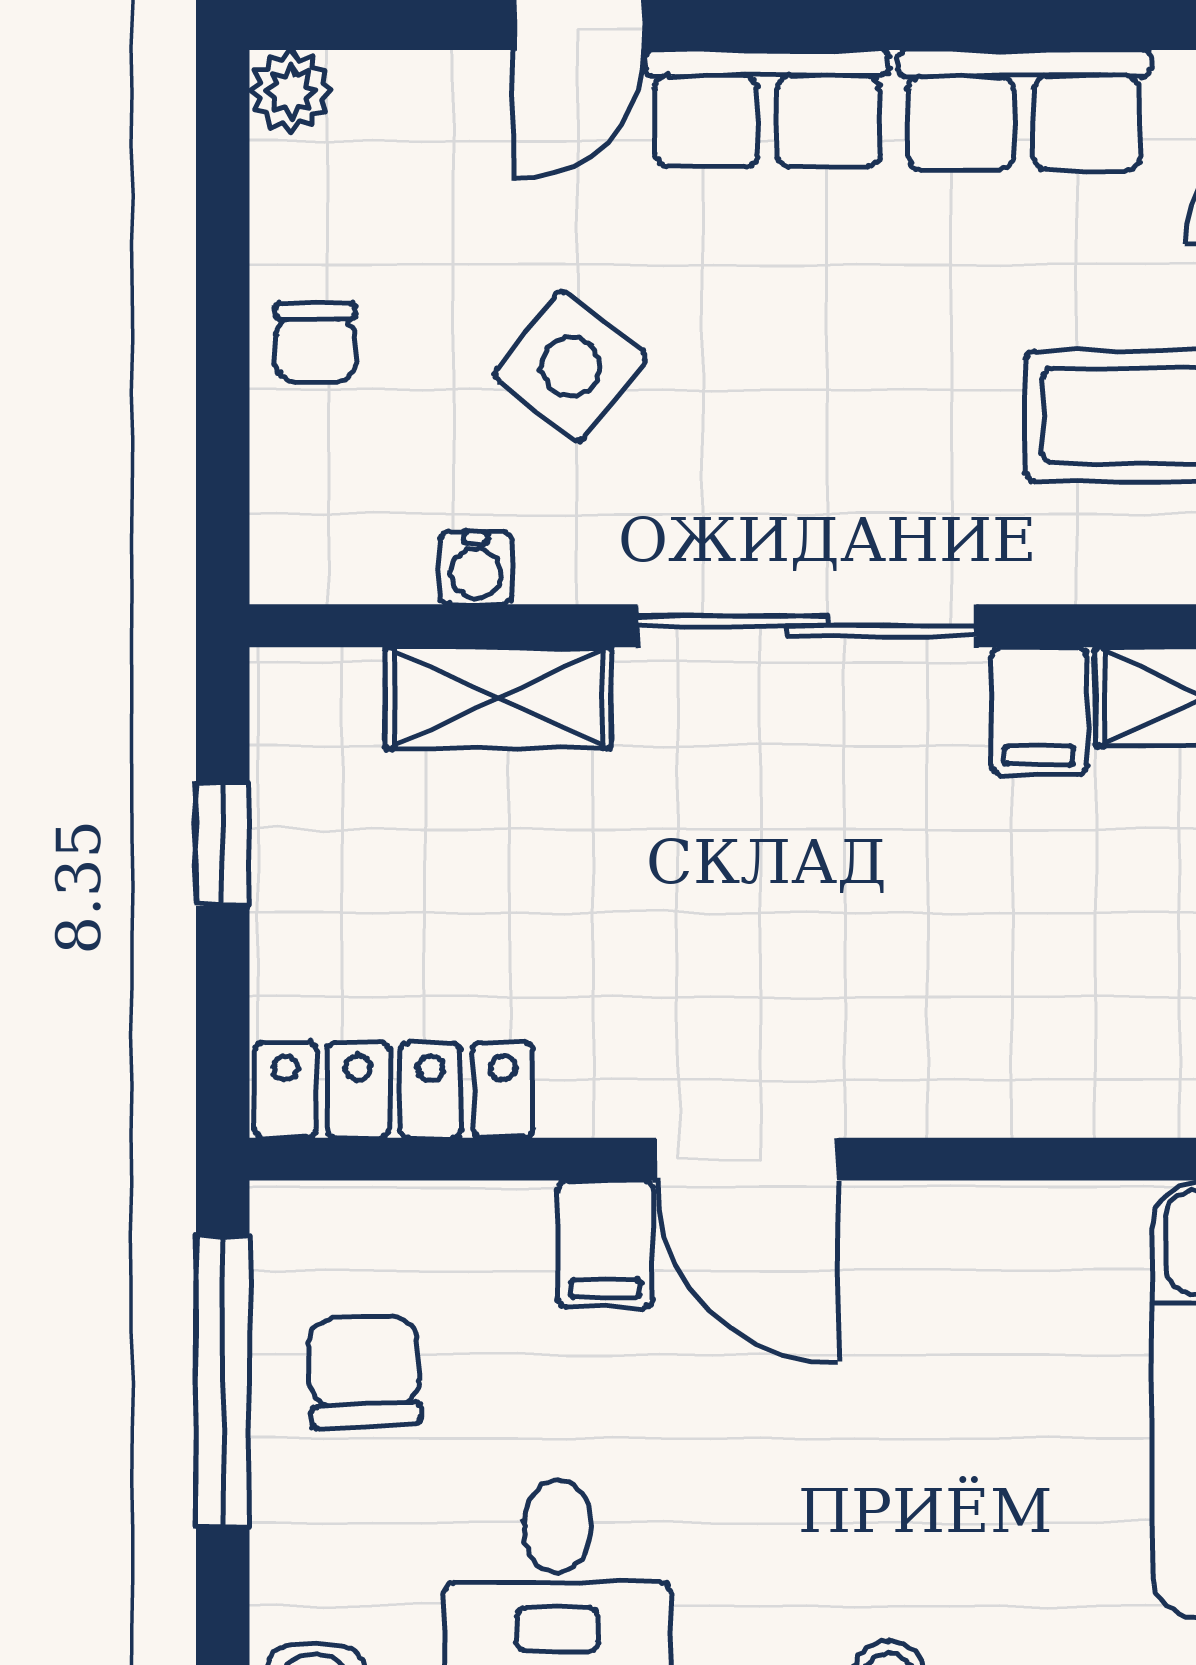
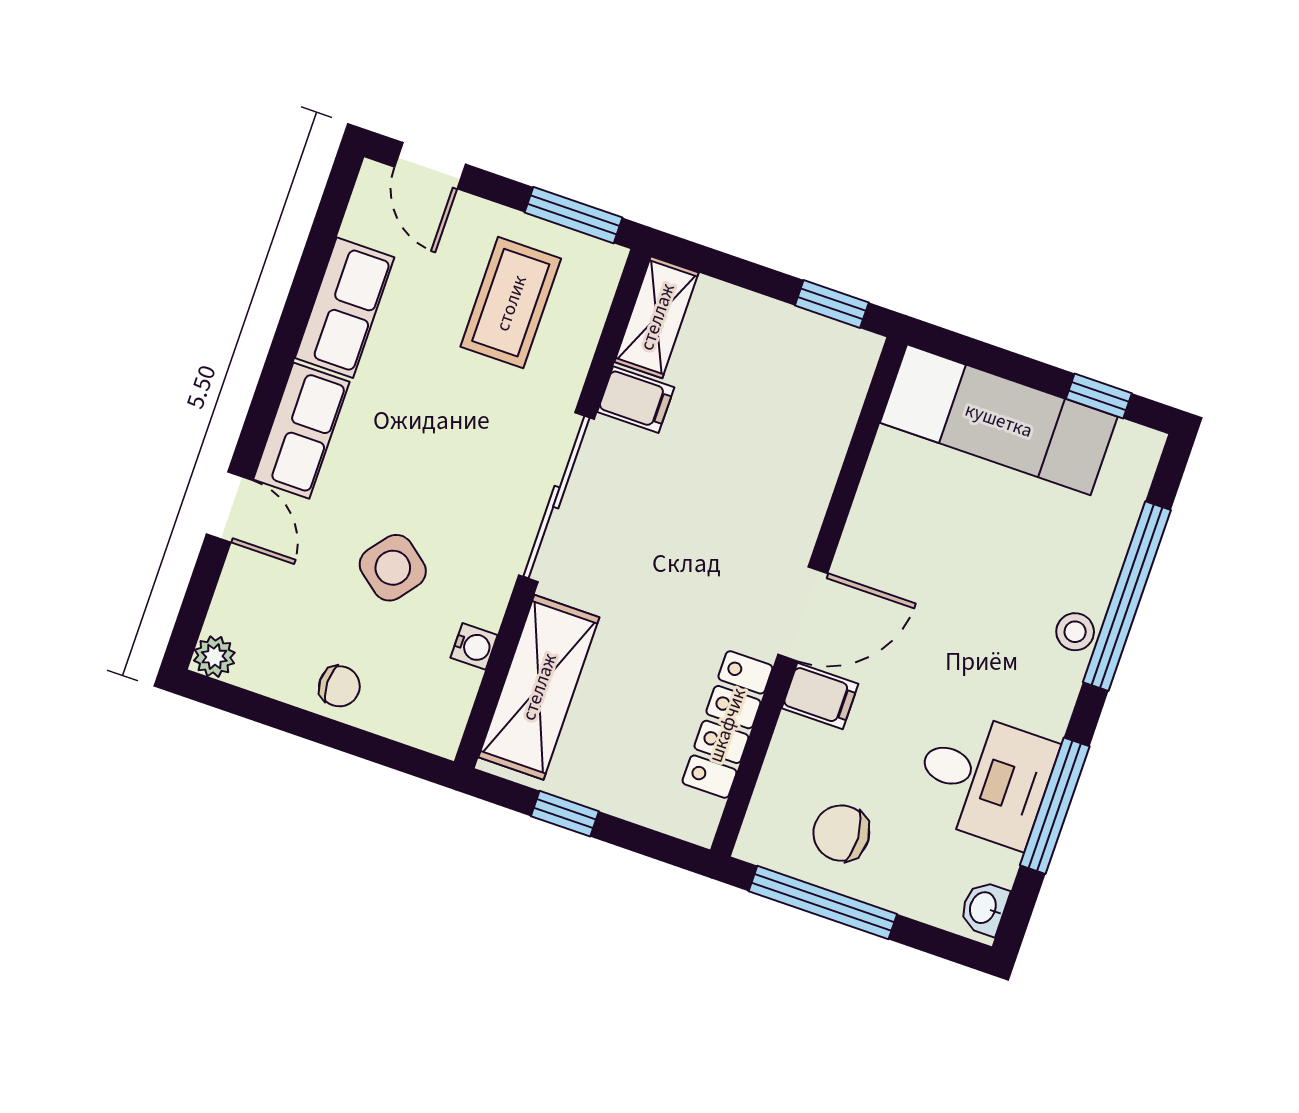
shelving: (498, 698) -> (539, 687), width x1.50, depth x1.33
locker: (394, 1090) -> (727, 725), moved

